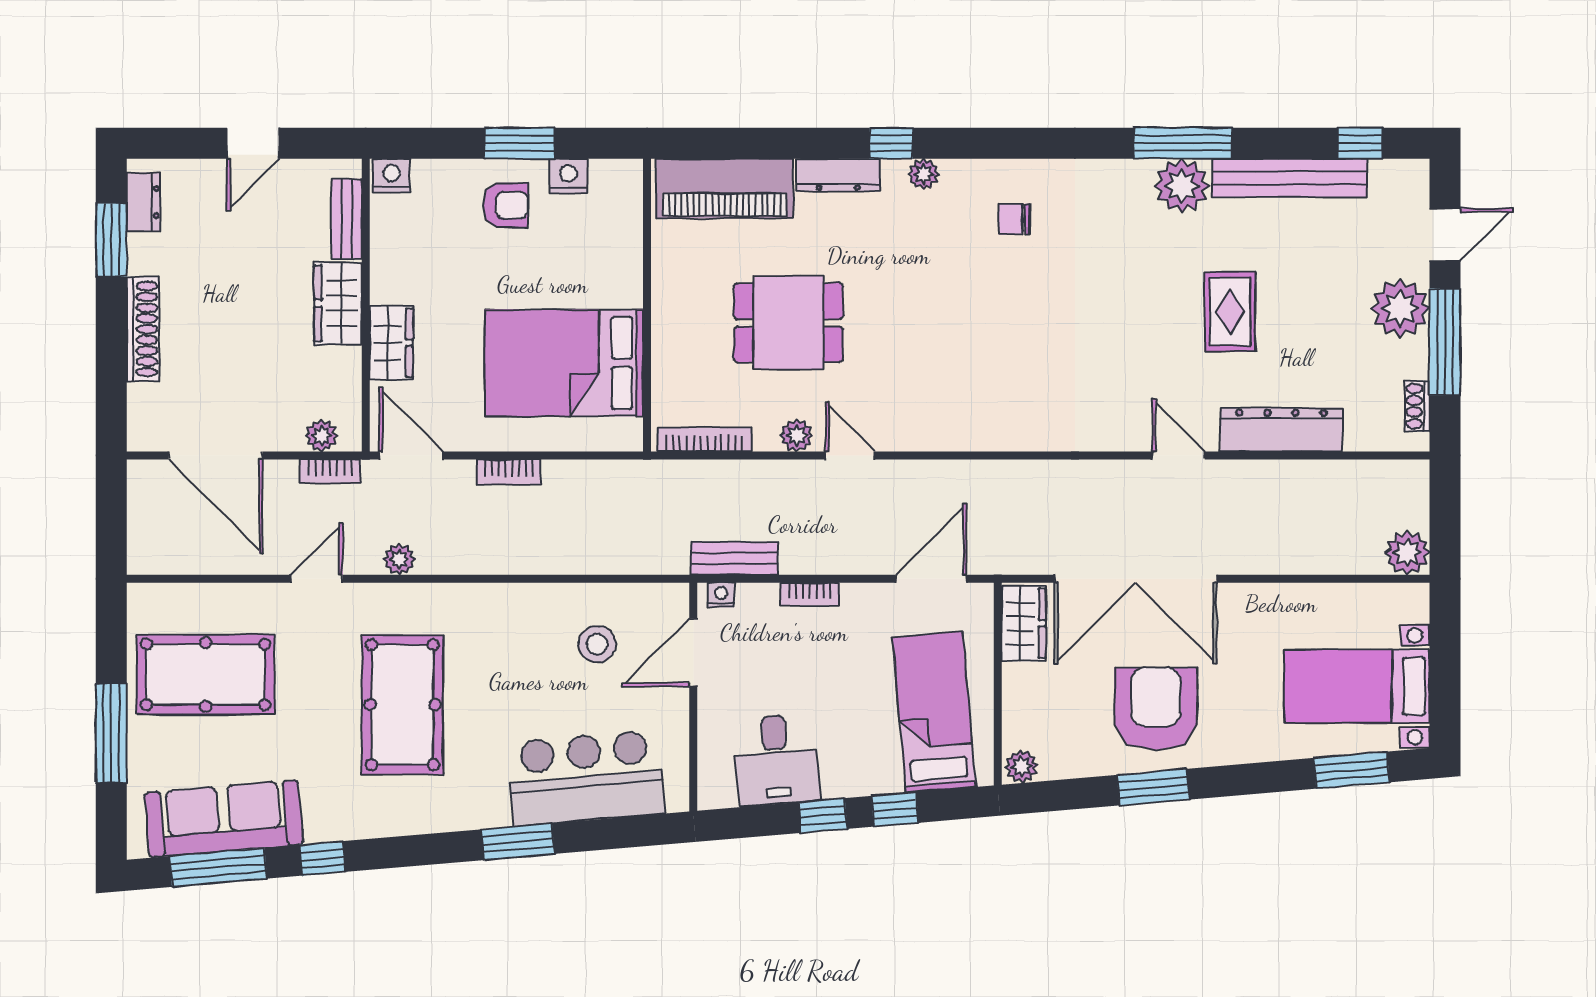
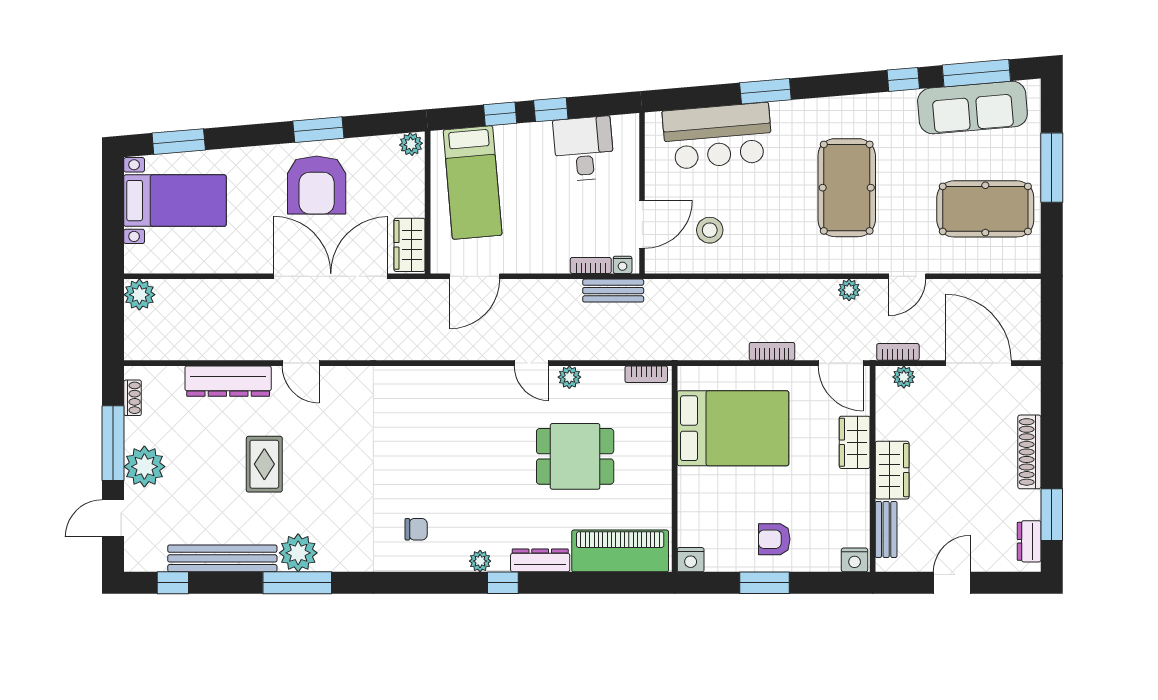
nightstand: (569, 176) -> (691, 560), moved
bookcase: (704, 440) -> (646, 374), width x0.64
bookcase: (810, 594) -> (591, 265), moved

